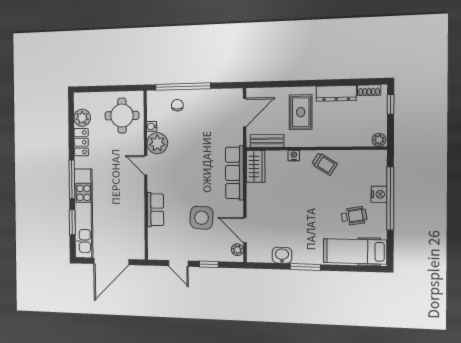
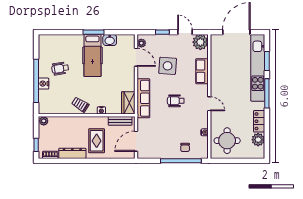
plant: (157, 143) -> (200, 42), moved
wheelchair: (190, 169) -> (176, 101), added
hospital bed: (355, 251) -> (92, 55), moved, turned 90

